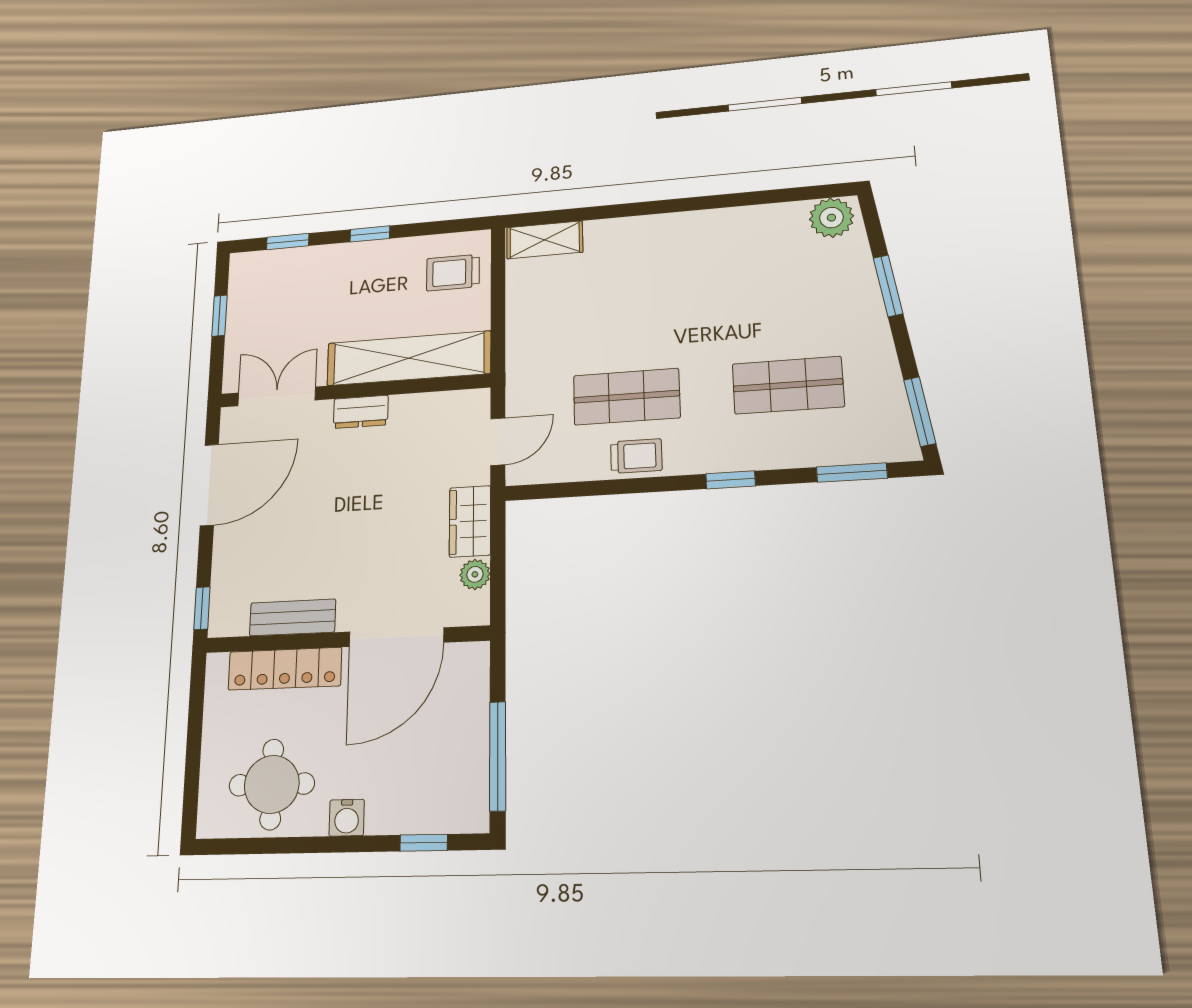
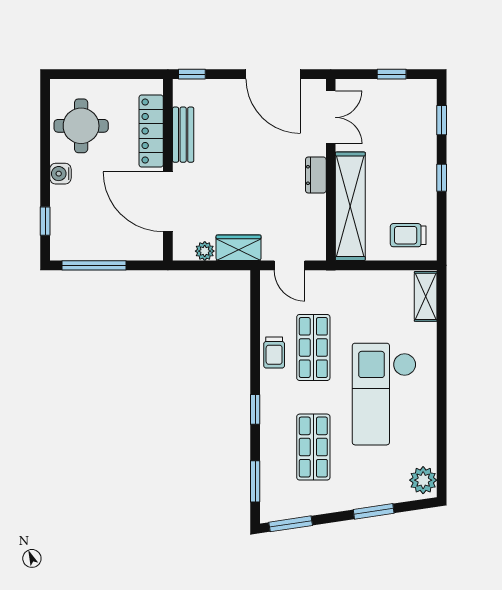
trolley: (453, 273) -> (408, 235), turned -90
checkout: (697, 286) -> (384, 394), added

